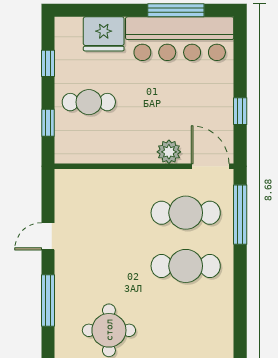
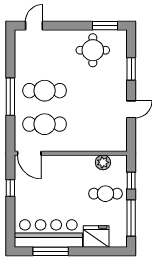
window: (48, 63) -> (131, 218), width x2.17
plant: (169, 152) -> (103, 162), moved
window: (240, 215) -> (10, 97), moved
window: (48, 300) -> (131, 69), width x0.69

